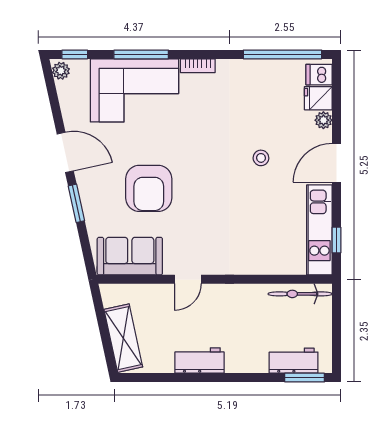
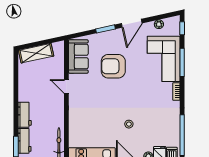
plant: (61, 71) -> (159, 24), moved
workbench: (199, 361) -> (25, 115), moved

